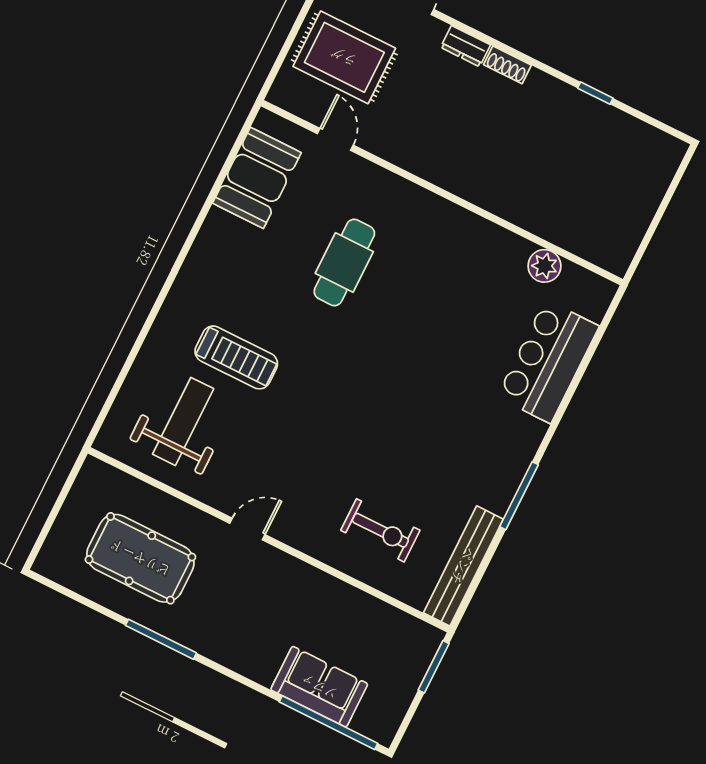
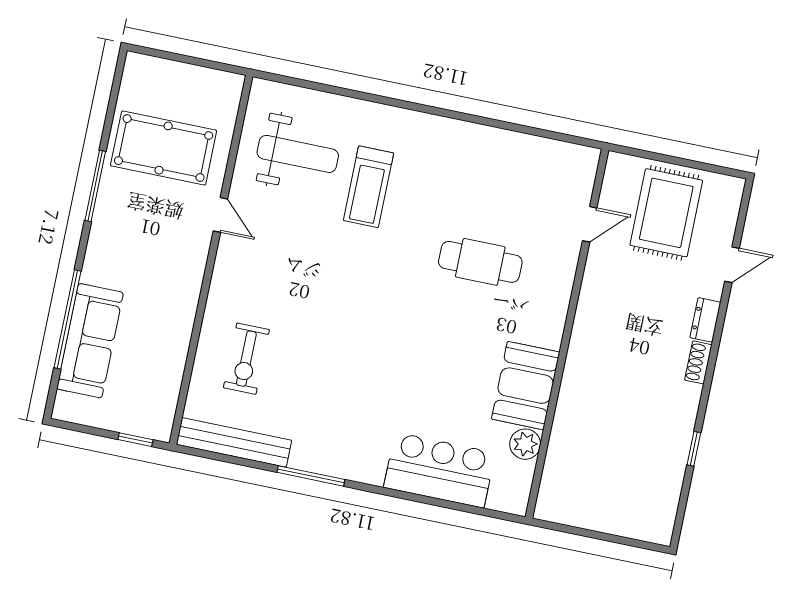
booth: (257, 178) -> (526, 386), moved, turned 90
door: (247, 529) -> (220, 215), moved
pool table: (140, 558) -> (164, 148), turned 90
window: (434, 667) -> (135, 440), width x0.67
sofa: (319, 687) -> (90, 341), width x1.36
window: (328, 723) -> (68, 319), moved

